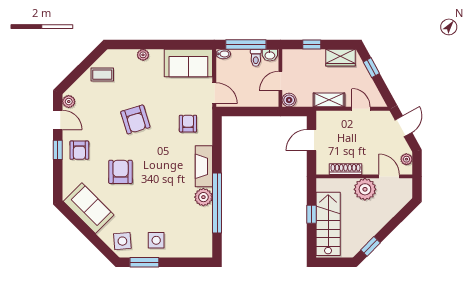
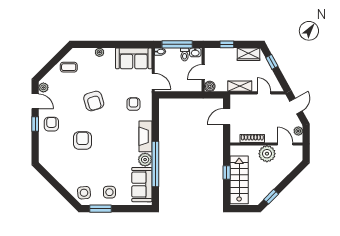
armchair: (79, 150) -> (51, 124), turned 180
sofa: (89, 208) -> (142, 185), moved, turned -135

